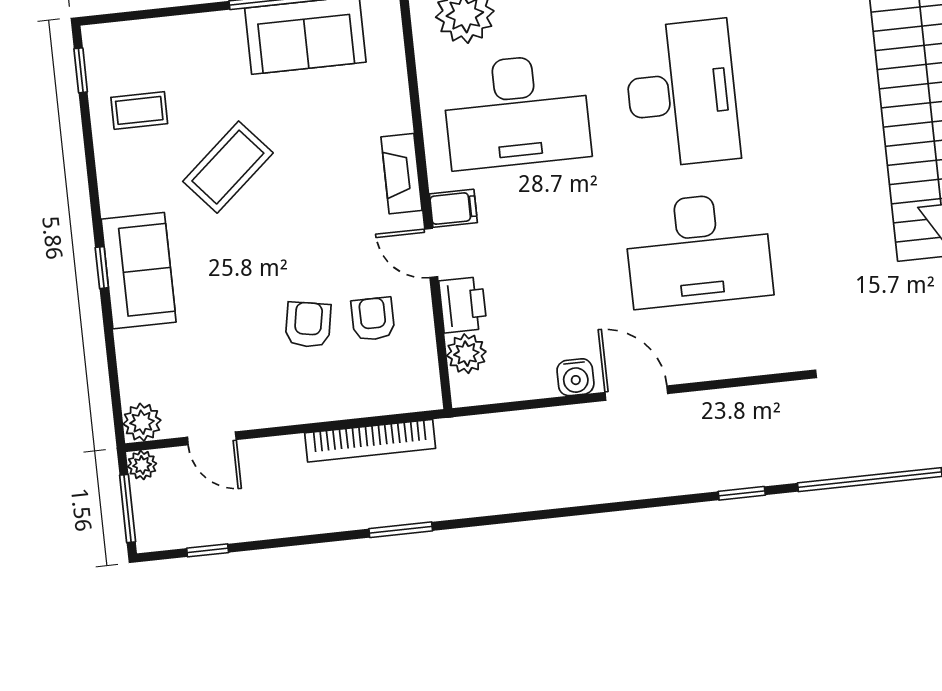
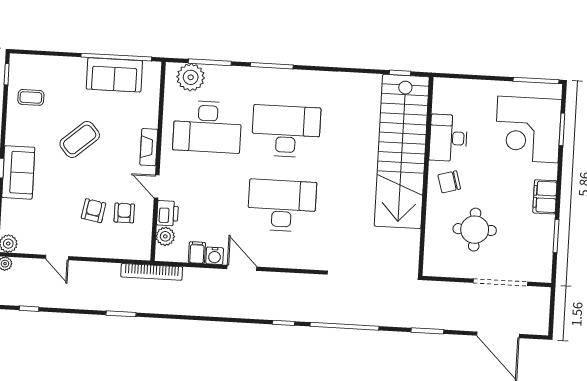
desk: (682, 94) -> (286, 131), turned -90
coffee table: (228, 167) -> (80, 139), moved
filing cabinet: (453, 208) -> (197, 253), moved, turned -90
desk: (698, 250) -> (282, 206), turned 180
door: (212, 438) -> (57, 257), moved
bookcase: (370, 441) -> (152, 272), moved

